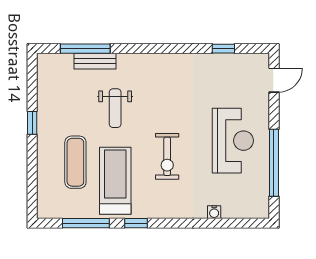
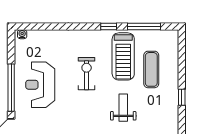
window: (274, 163) -> (11, 88), moved
water cooler: (214, 212) -> (22, 34), moved

